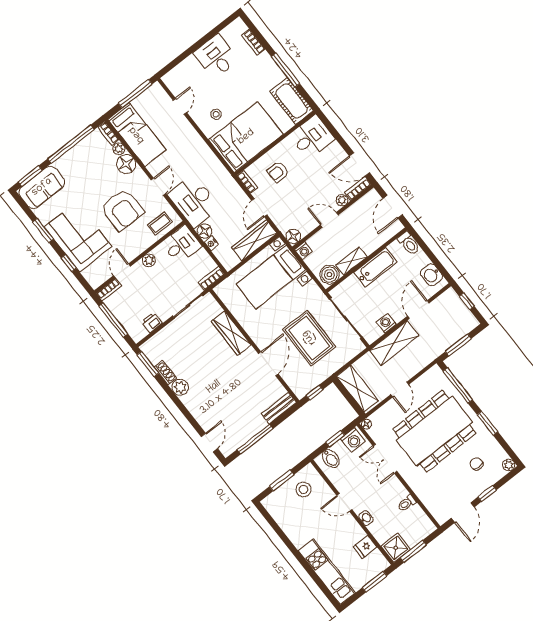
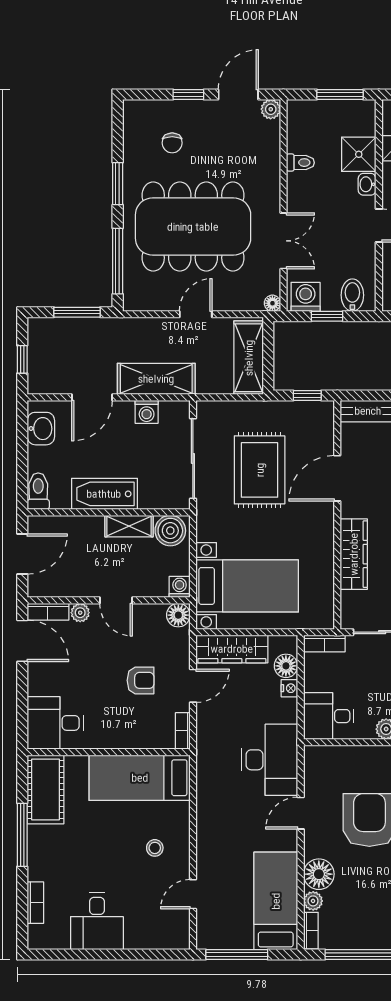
bed: (246, 137) -> (140, 778), width x0.67
armchair: (278, 172) -> (141, 680), moved
coffee table: (160, 223) -> (335, 765), removed
floor lamp: (205, 231) -> (286, 666), moved
plant: (509, 465) -> (271, 109), moved
shower: (396, 548) -> (359, 154), moved

